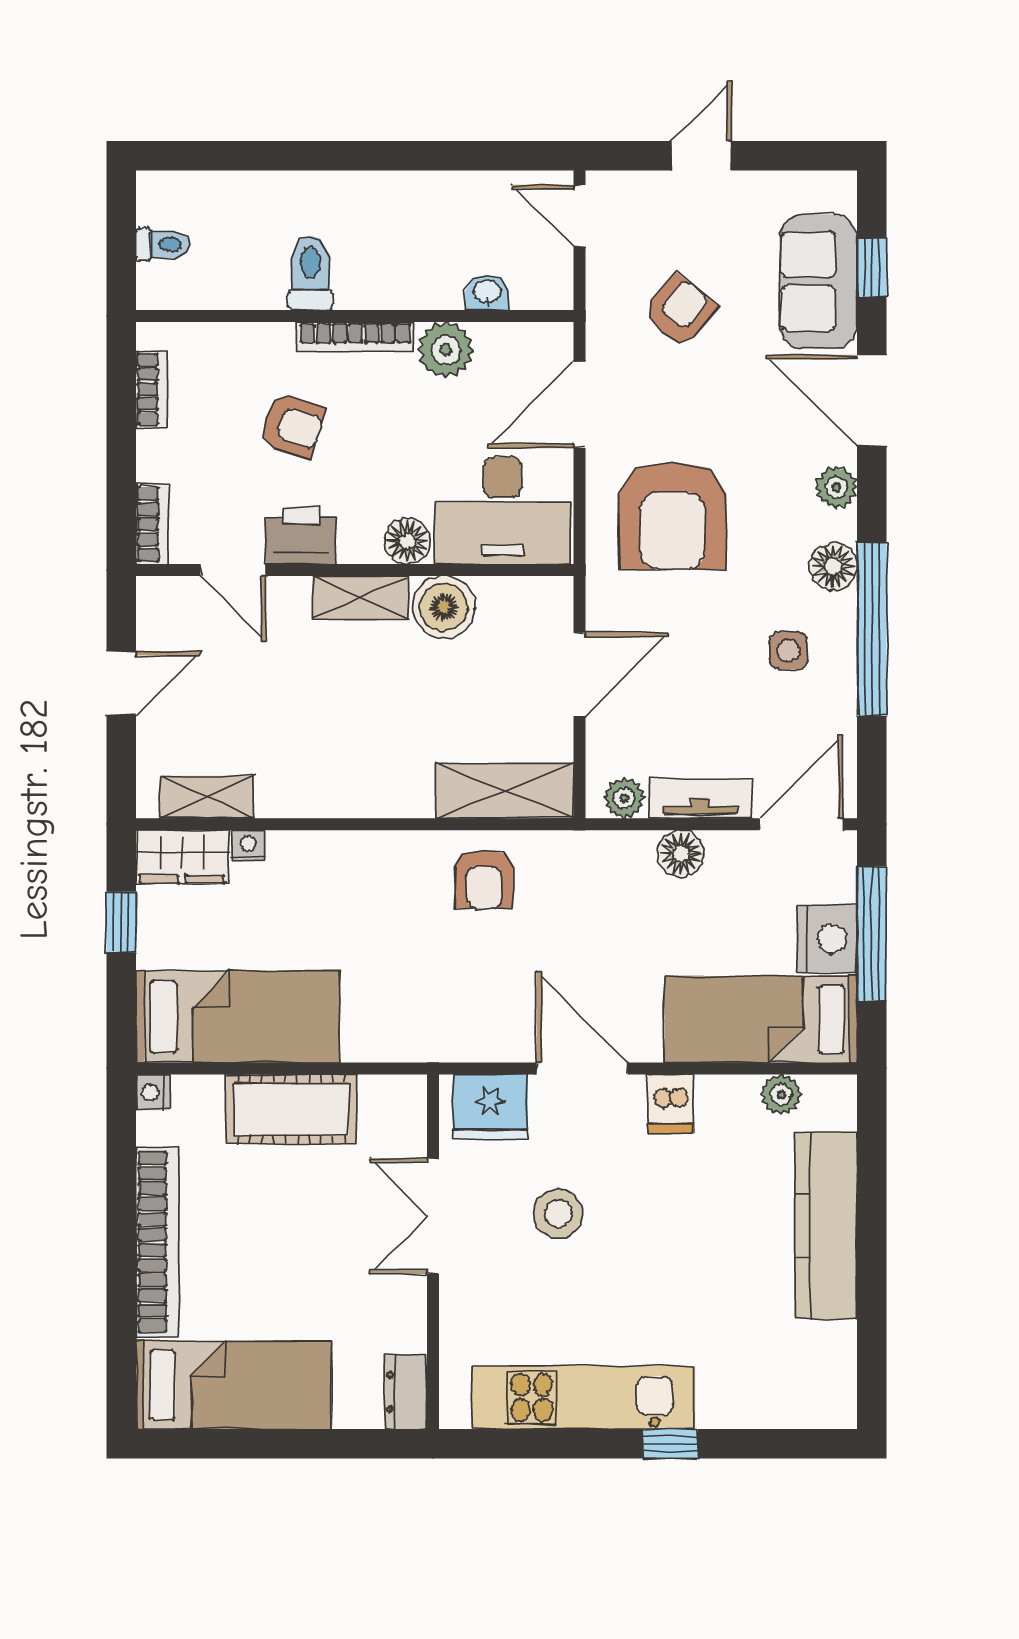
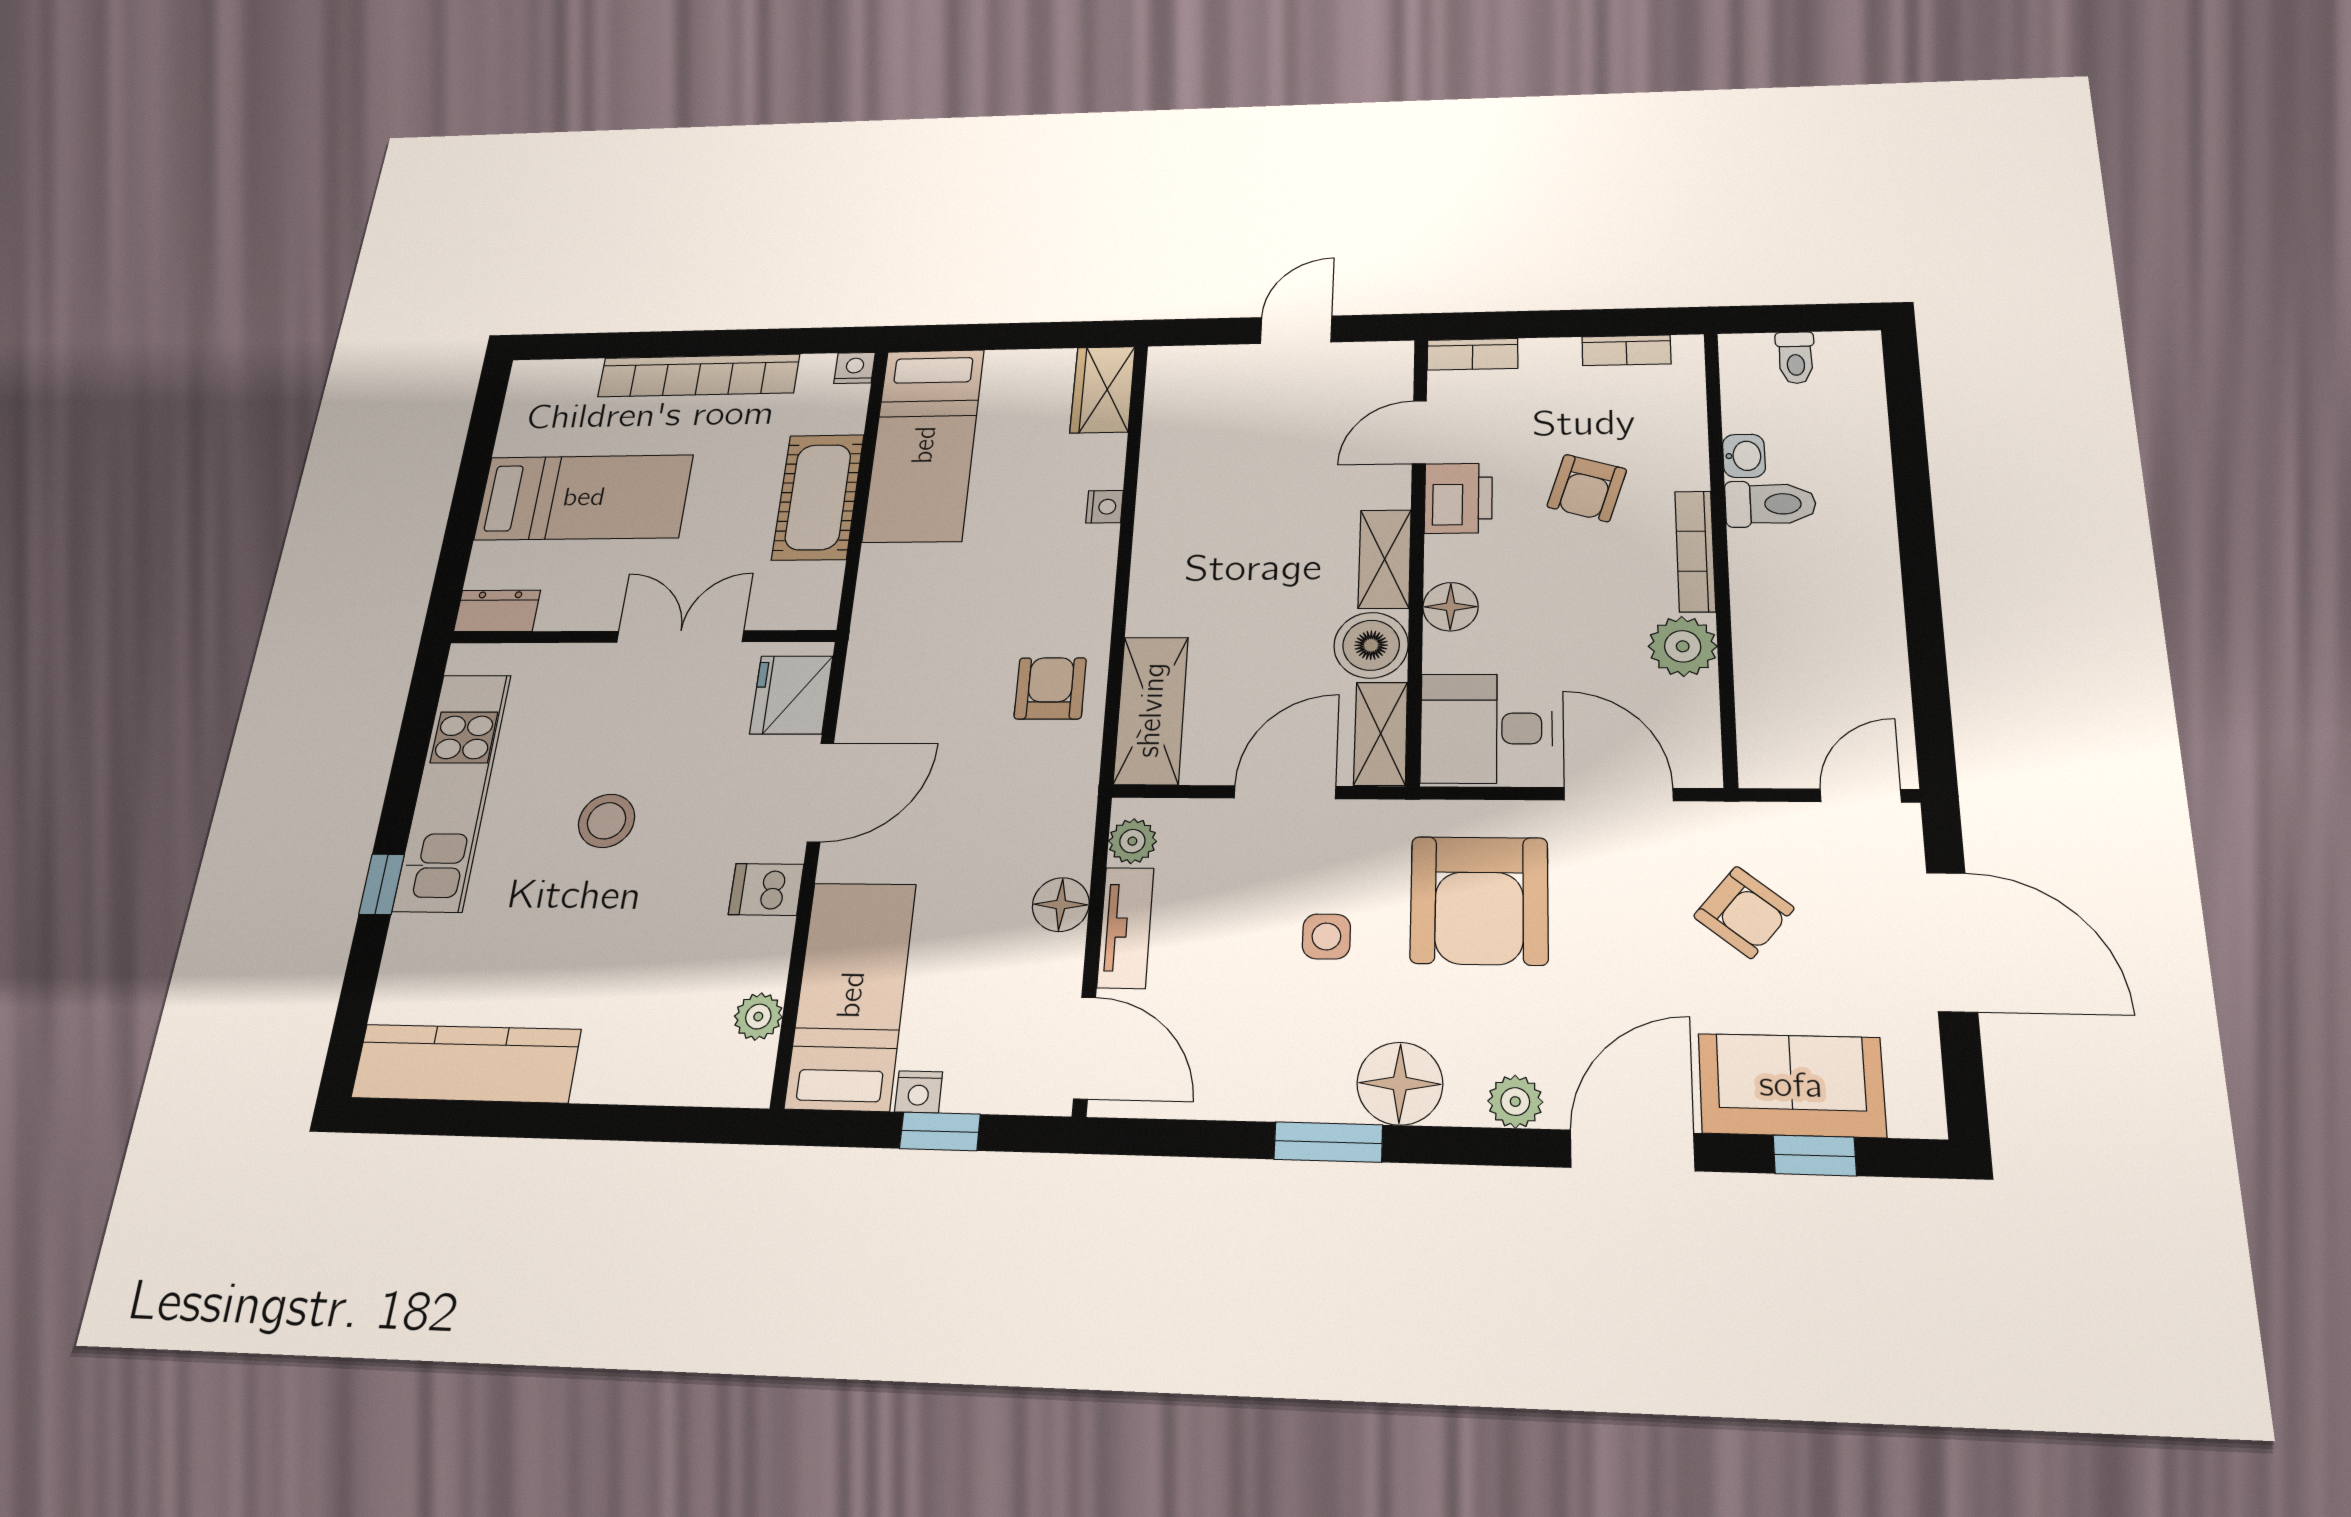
door: (702, 156) -> (1952, 942), width x1.88
washbasin: (487, 293) -> (1744, 456), moved
desk: (503, 511) -> (1486, 728), width x0.73
armchair: (672, 516) -> (1479, 900), turned -90
floor lamp: (833, 566) -> (1400, 1083), width x1.38, depth x1.38
window: (872, 629) -> (1328, 1142), width x0.47
side table: (788, 651) -> (1326, 936), moved
door: (580, 674) -> (1285, 792), swing flipped
door: (121, 683) -> (1296, 330), swing flipped
shelving: (207, 797) -> (1381, 733), moved
nightstand: (248, 846) -> (1105, 507), moved
armchair: (484, 879) -> (1050, 688), turned 90
window: (121, 922) -> (1038, 336), removed
window: (872, 934) -> (940, 1131), width x0.46
nightstand: (827, 939) -> (919, 1092), width x0.53, depth x0.56
stool: (558, 1214) -> (607, 821), moved
kitchen counter: (826, 1226) -> (466, 1063), moved
bed: (234, 1385) -> (584, 497), moved, turned -90

